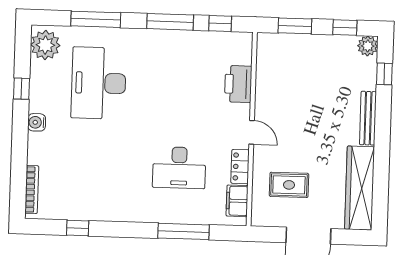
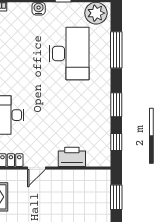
window: (170, 22) -> (116, 105), width x0.69
desk: (99, 83) -> (69, 53), turned 90

